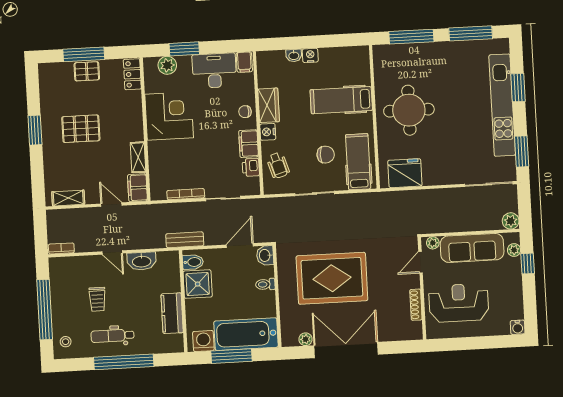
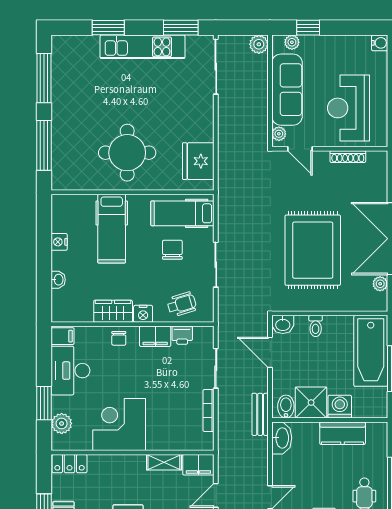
nightstand: (310, 55) -> (59, 242), moved
kitchen unit: (502, 105) -> (143, 47), width x0.73
washbasin: (142, 261) -> (282, 438), moved
washing machine: (203, 341) -> (340, 407), moved, turned 90

